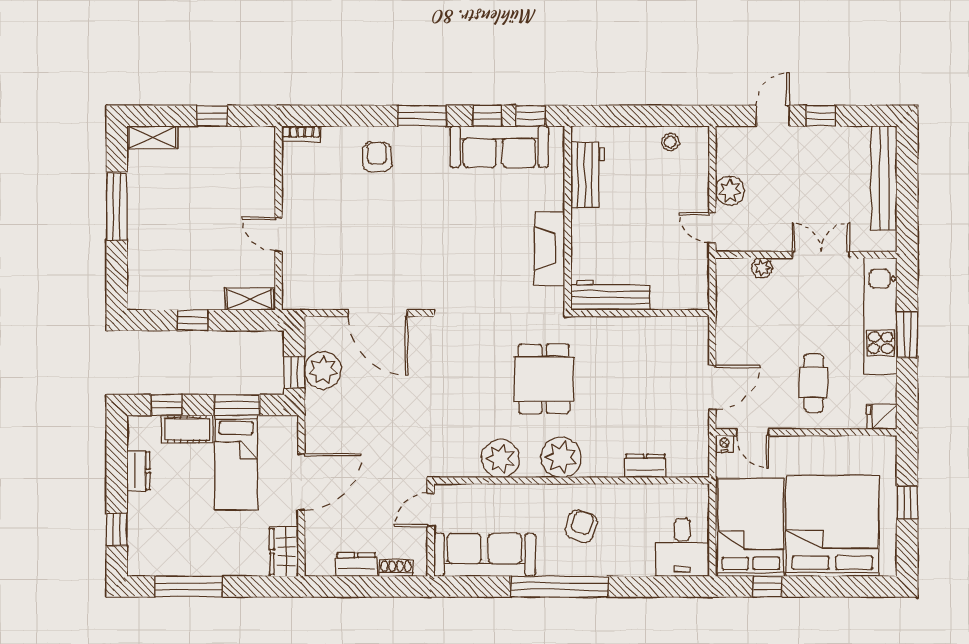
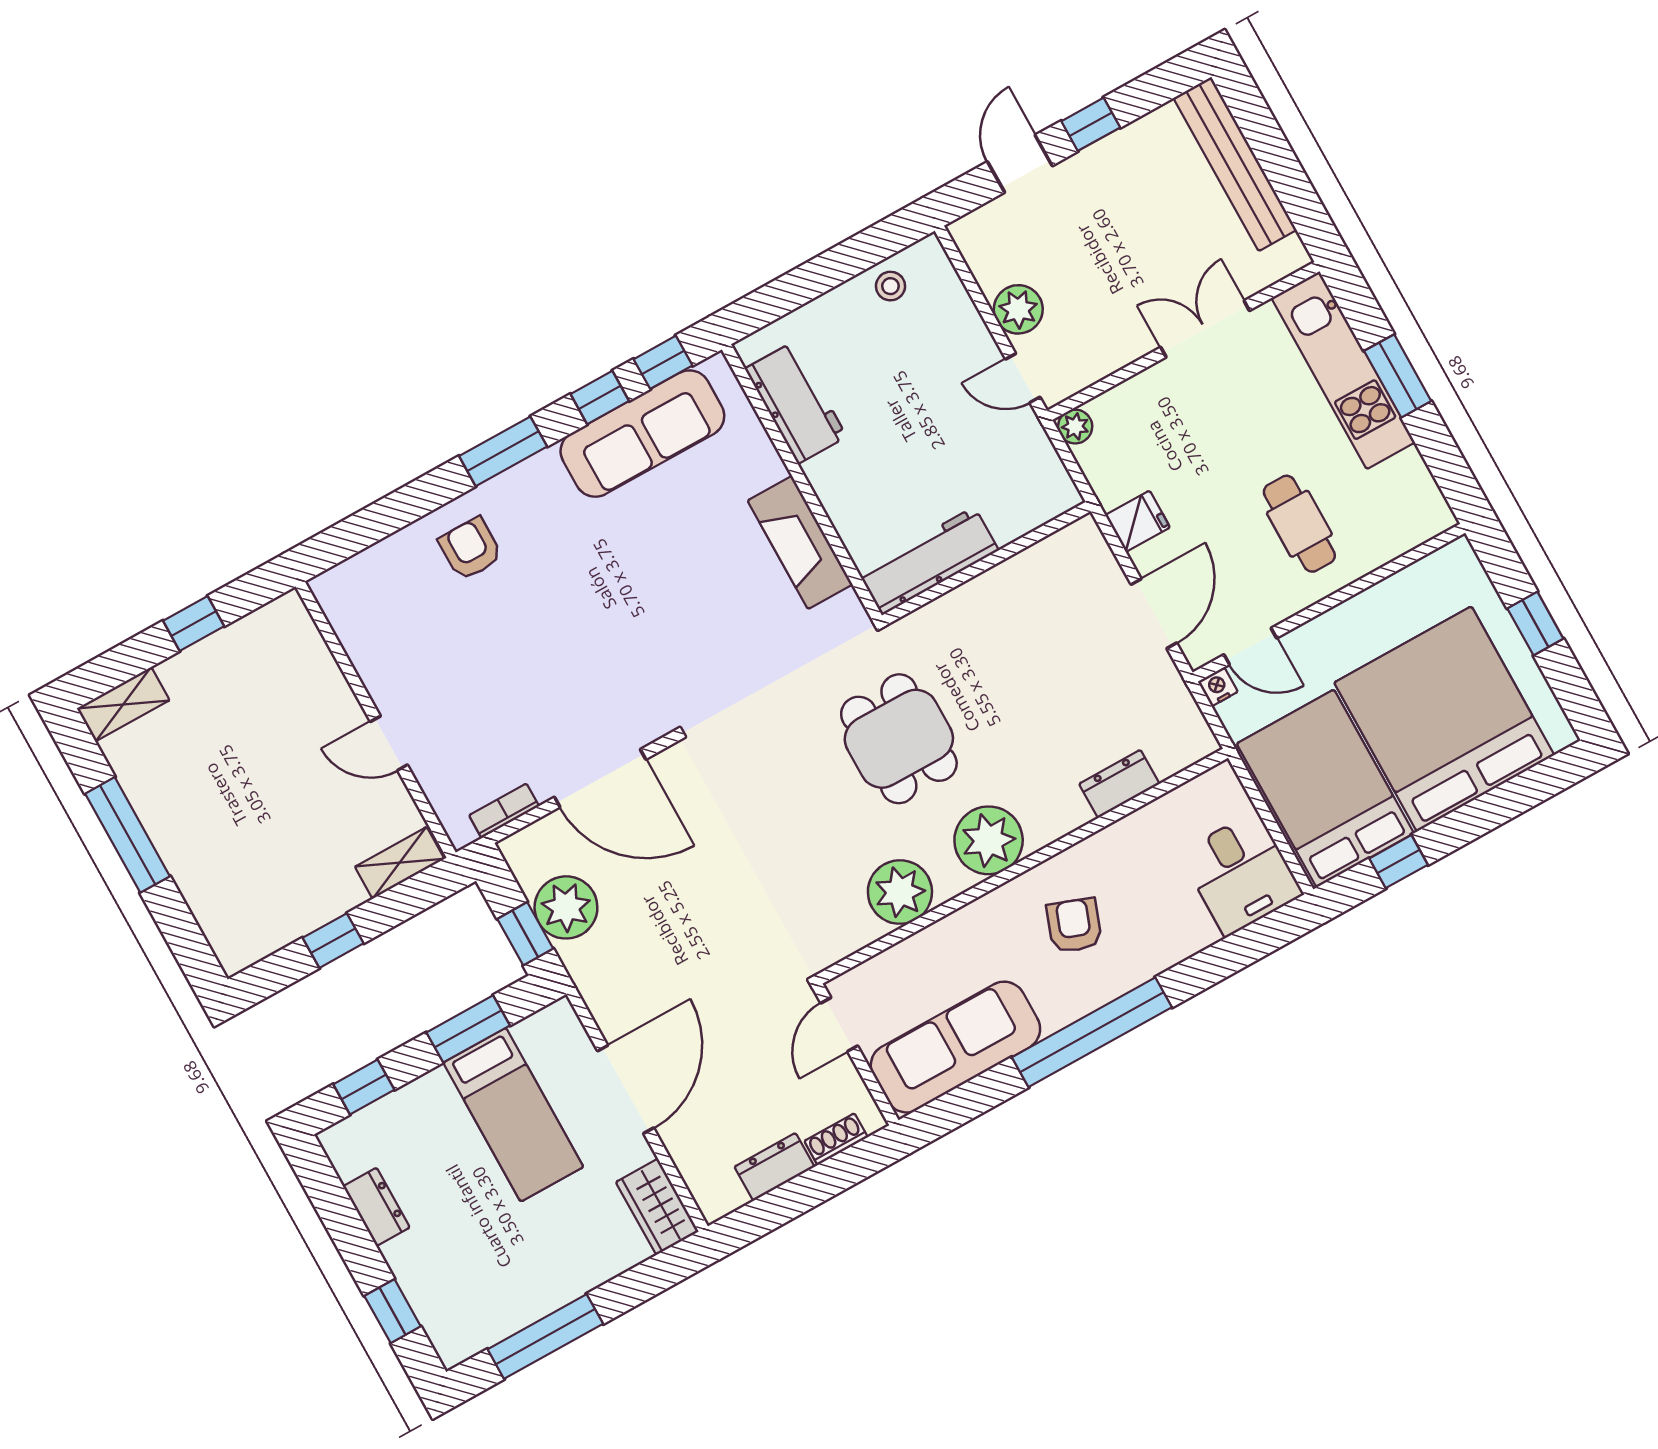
bookcase: (301, 134) -> (504, 811), moved, turned 180
plant: (762, 268) -> (1075, 427), moved
fridge: (882, 417) -> (1138, 521), moved, turned 180
cot: (187, 429) -> (414, 1106), removed

